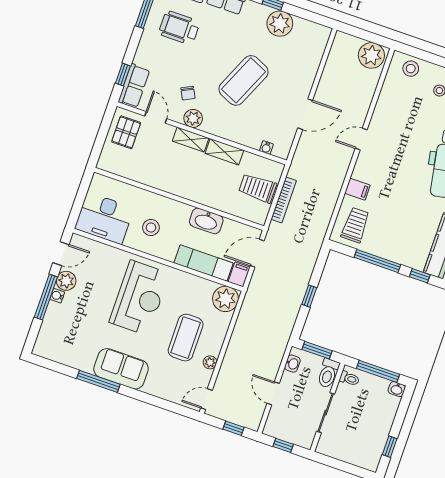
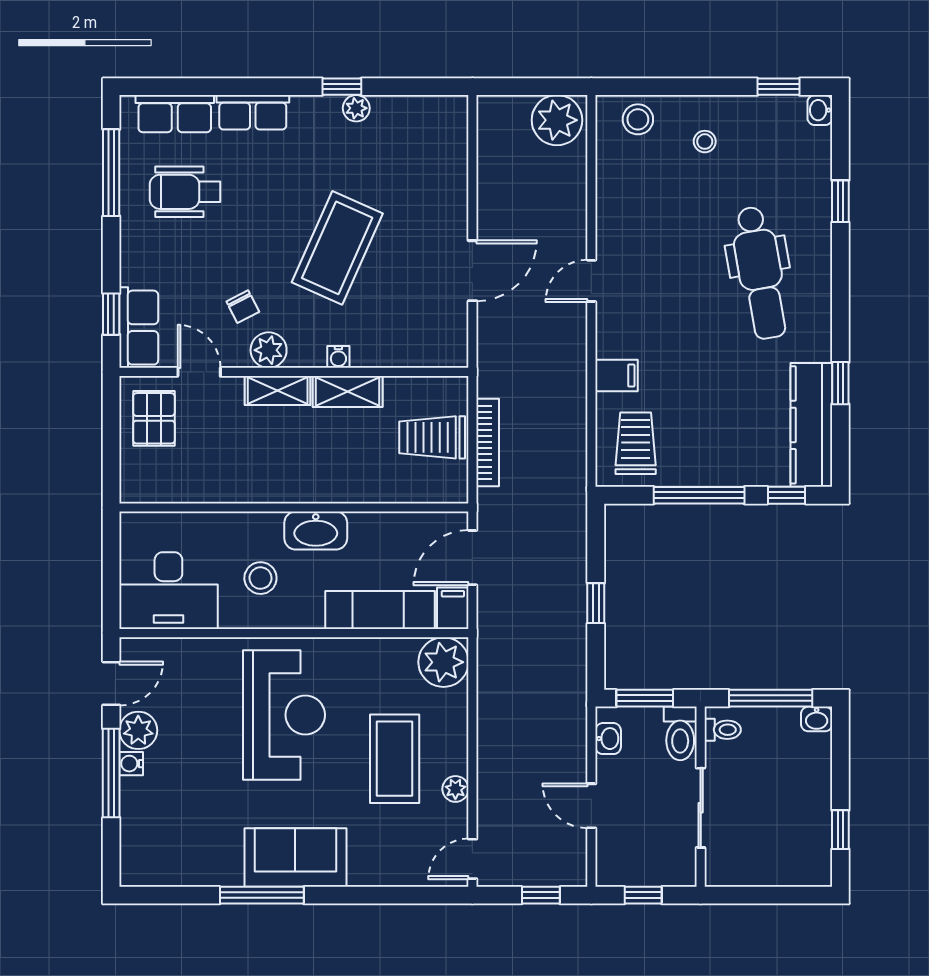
plant: (280, 24) -> (356, 108), width x0.53, depth x0.53
water cooler: (266, 148) -> (338, 357), moved
washbasin: (206, 221) -> (316, 531), moved

